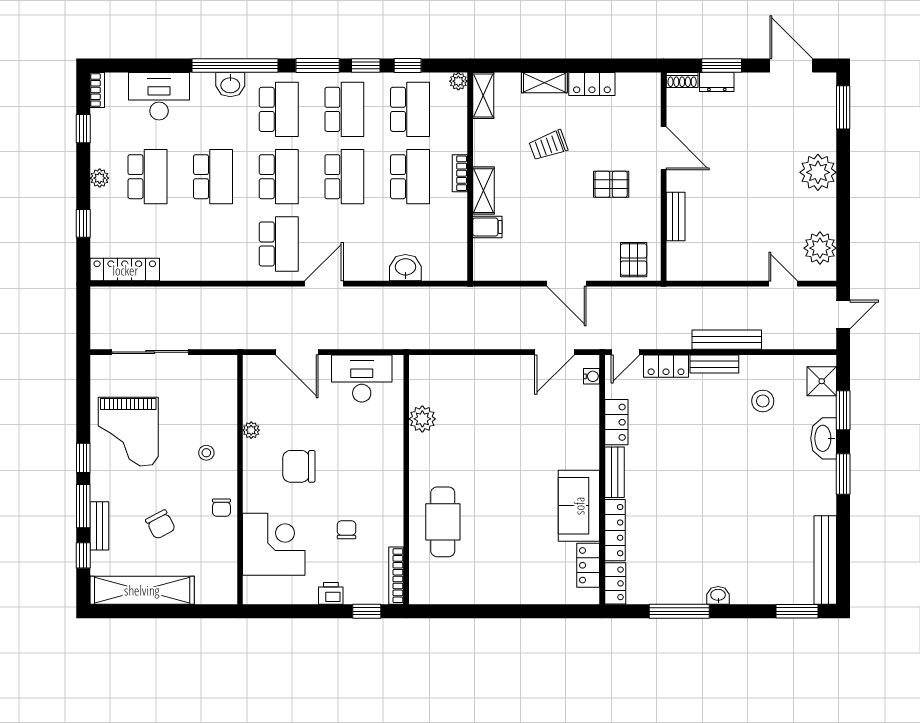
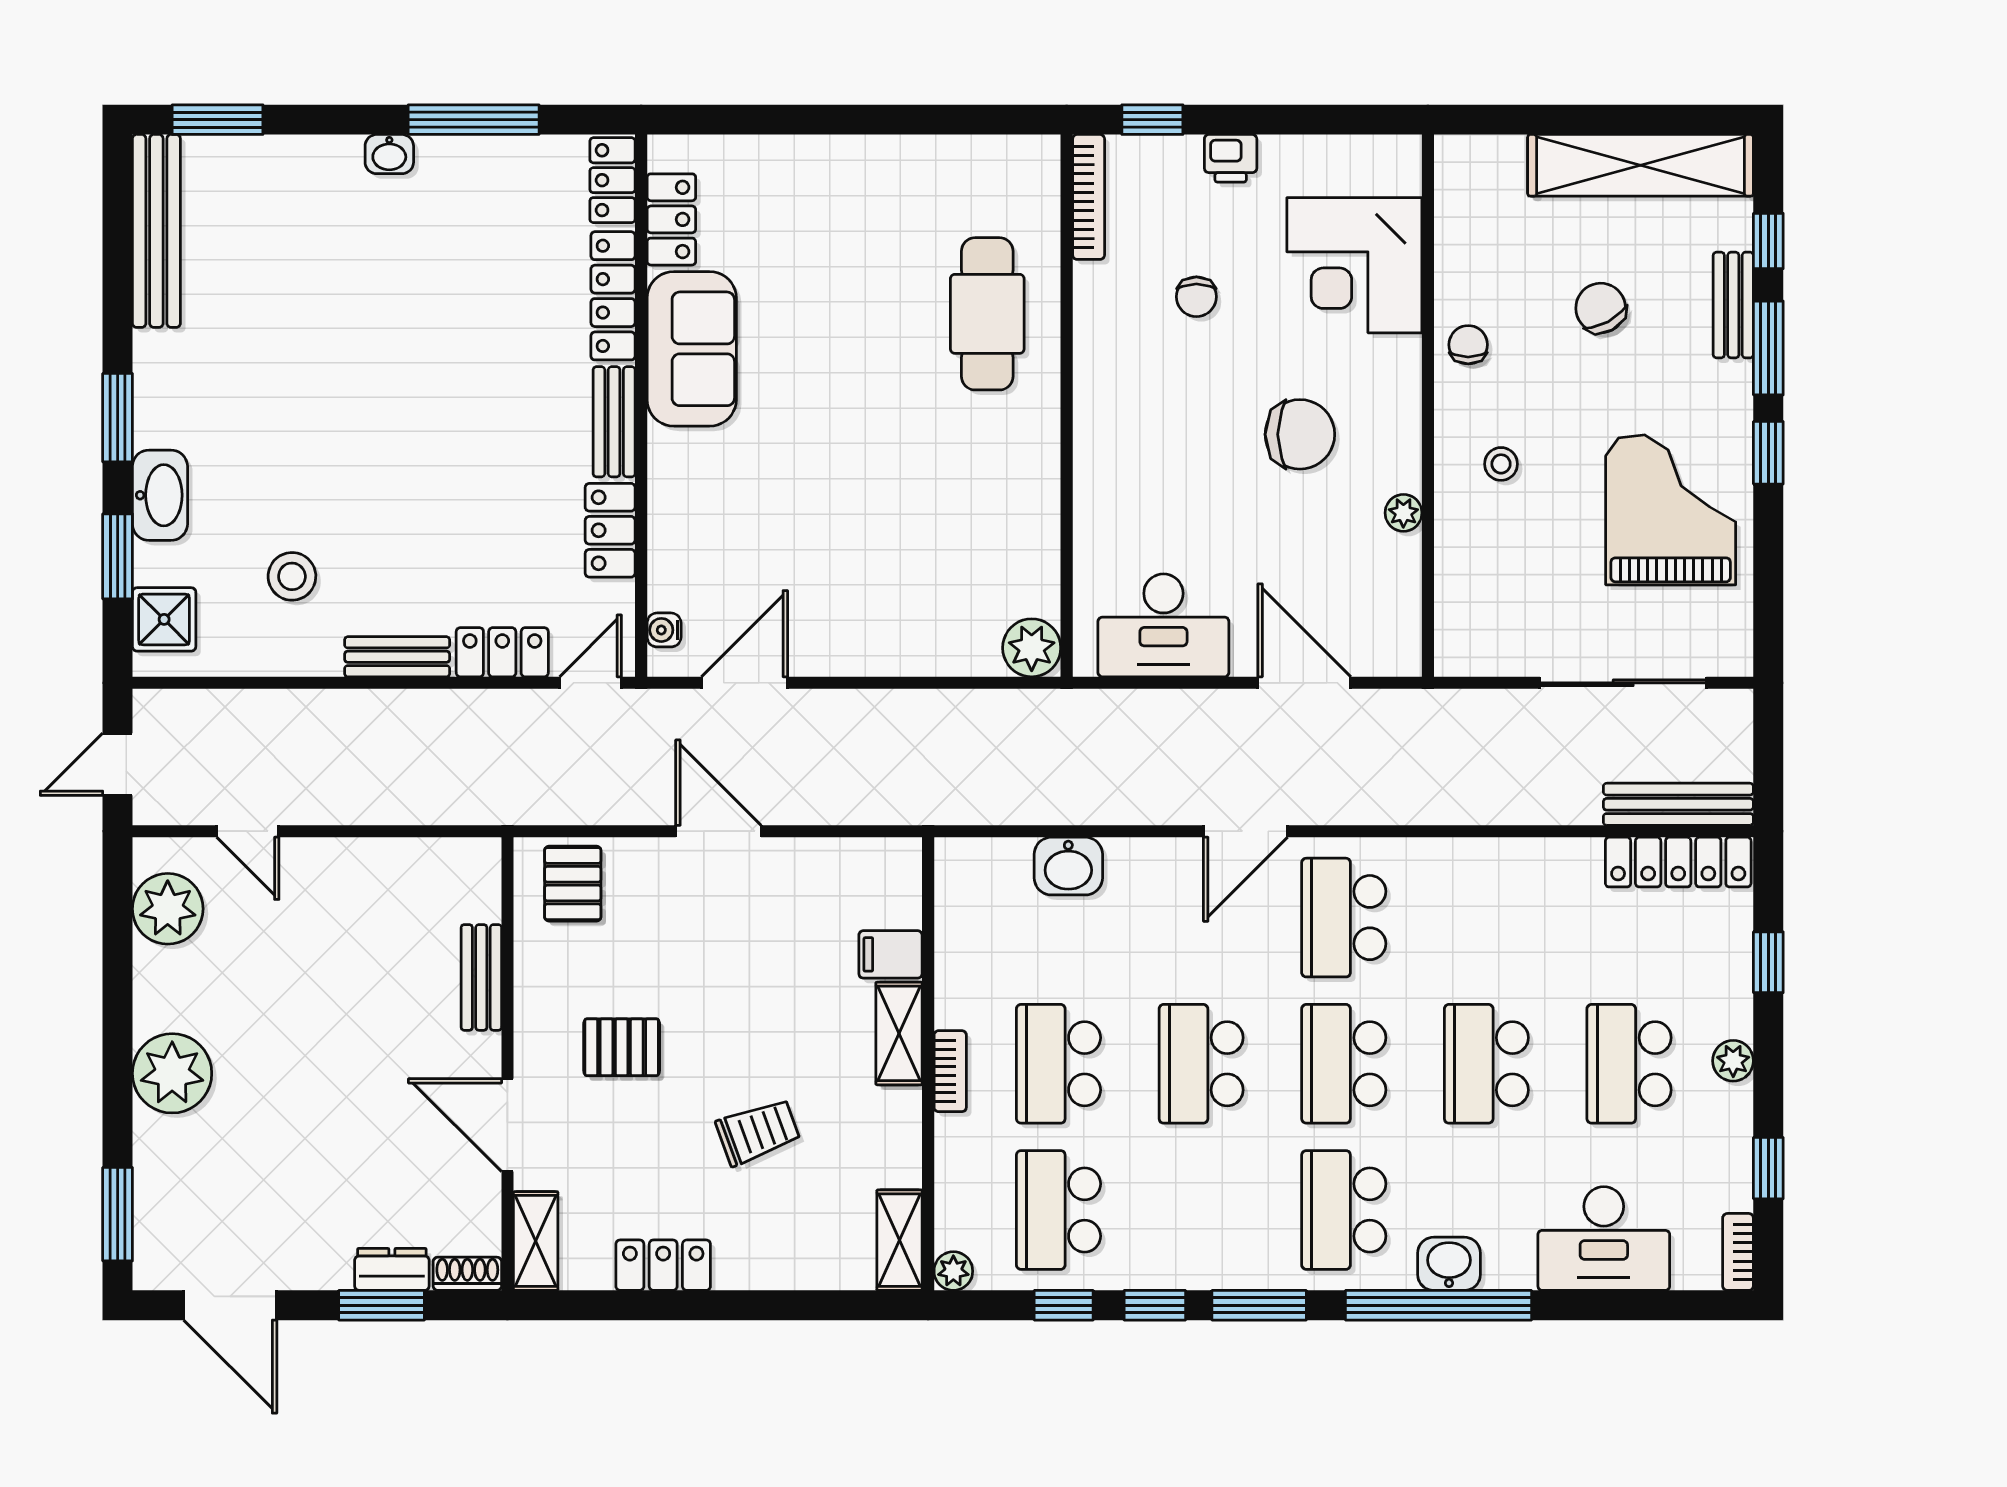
shelving: (544, 83) -> (536, 1241), moved, turned 90
school desk: (344, 109) -> (1201, 1210), removed
bench: (727, 340) -> (1678, 804), moved
plant: (422, 419) -> (1032, 648), moved

